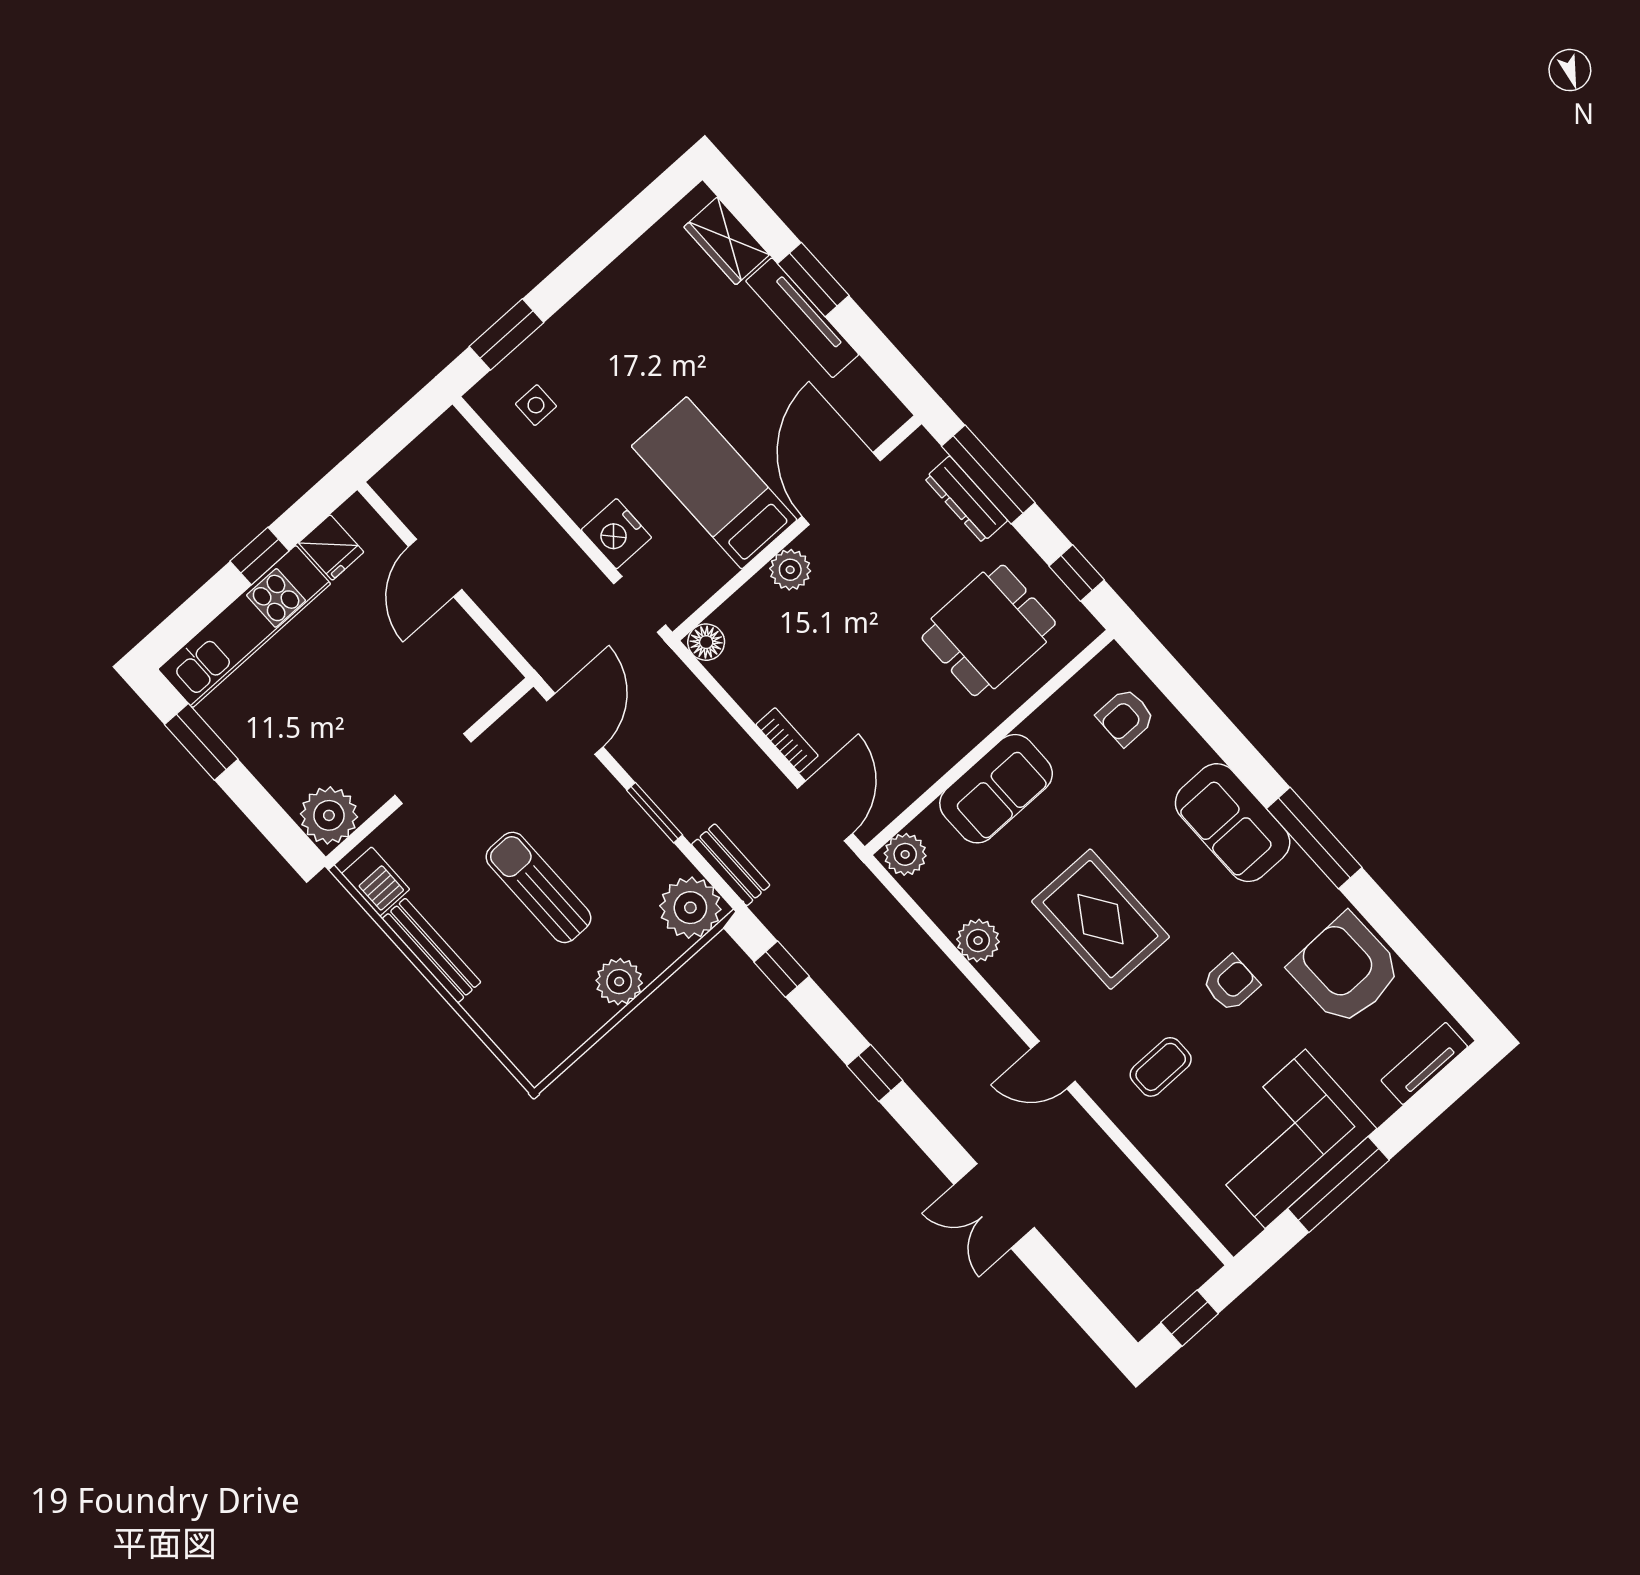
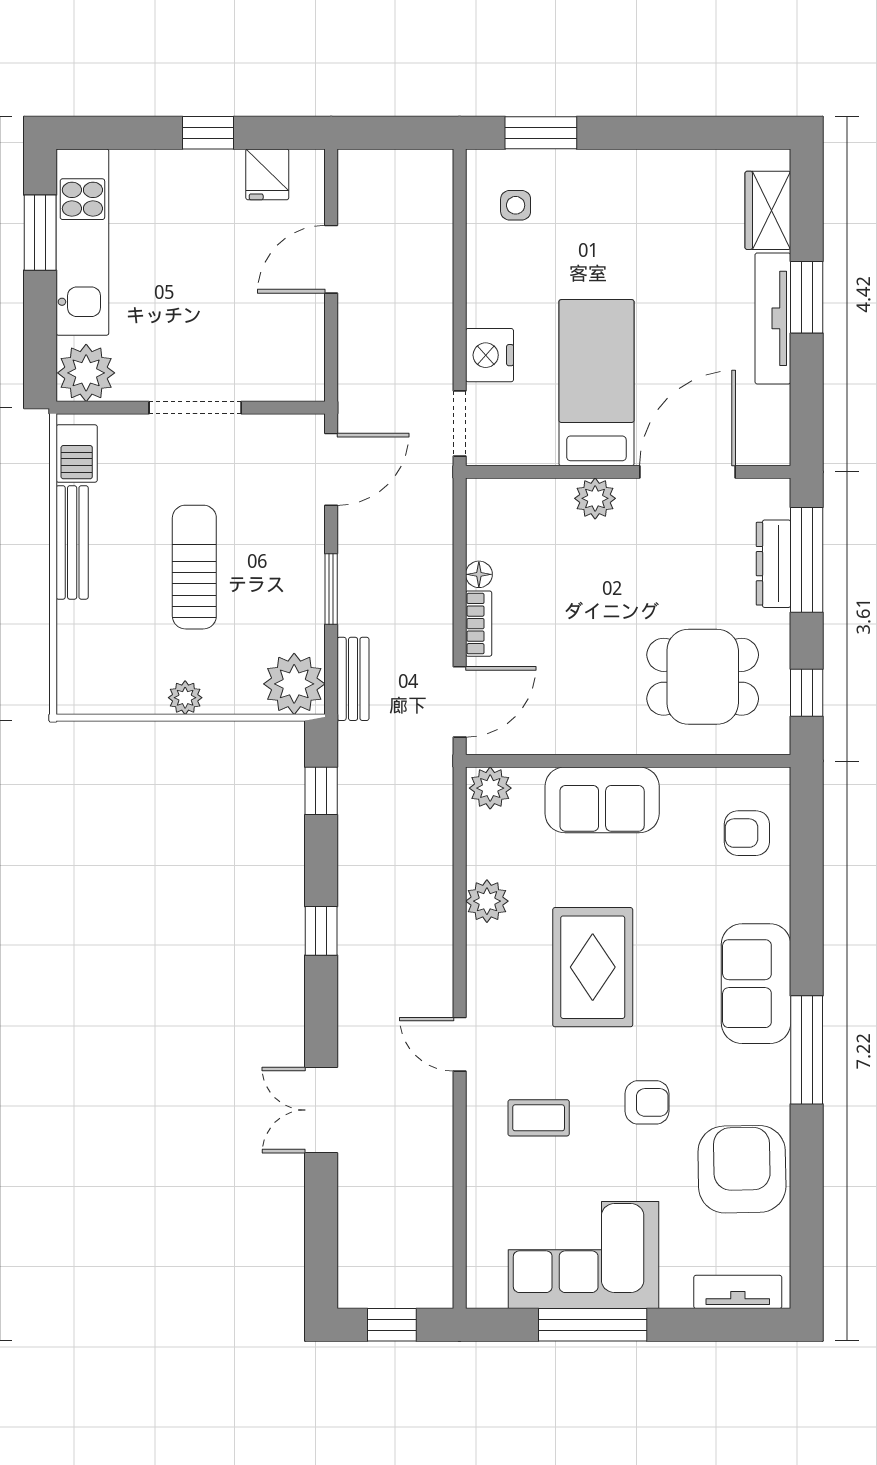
kitchen unit: (244, 626) -> (82, 242), moved, turned -90
floor lamp: (706, 642) -> (479, 574), moved, width x0.73, depth x0.73
plant: (619, 982) -> (185, 698), width x0.73, depth x0.73

